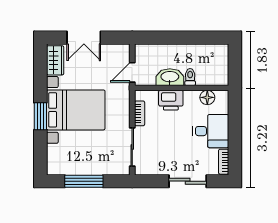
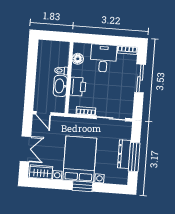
door: (132, 72) -> (43, 113), moved
dresser: (87, 168) -> (124, 154), added

